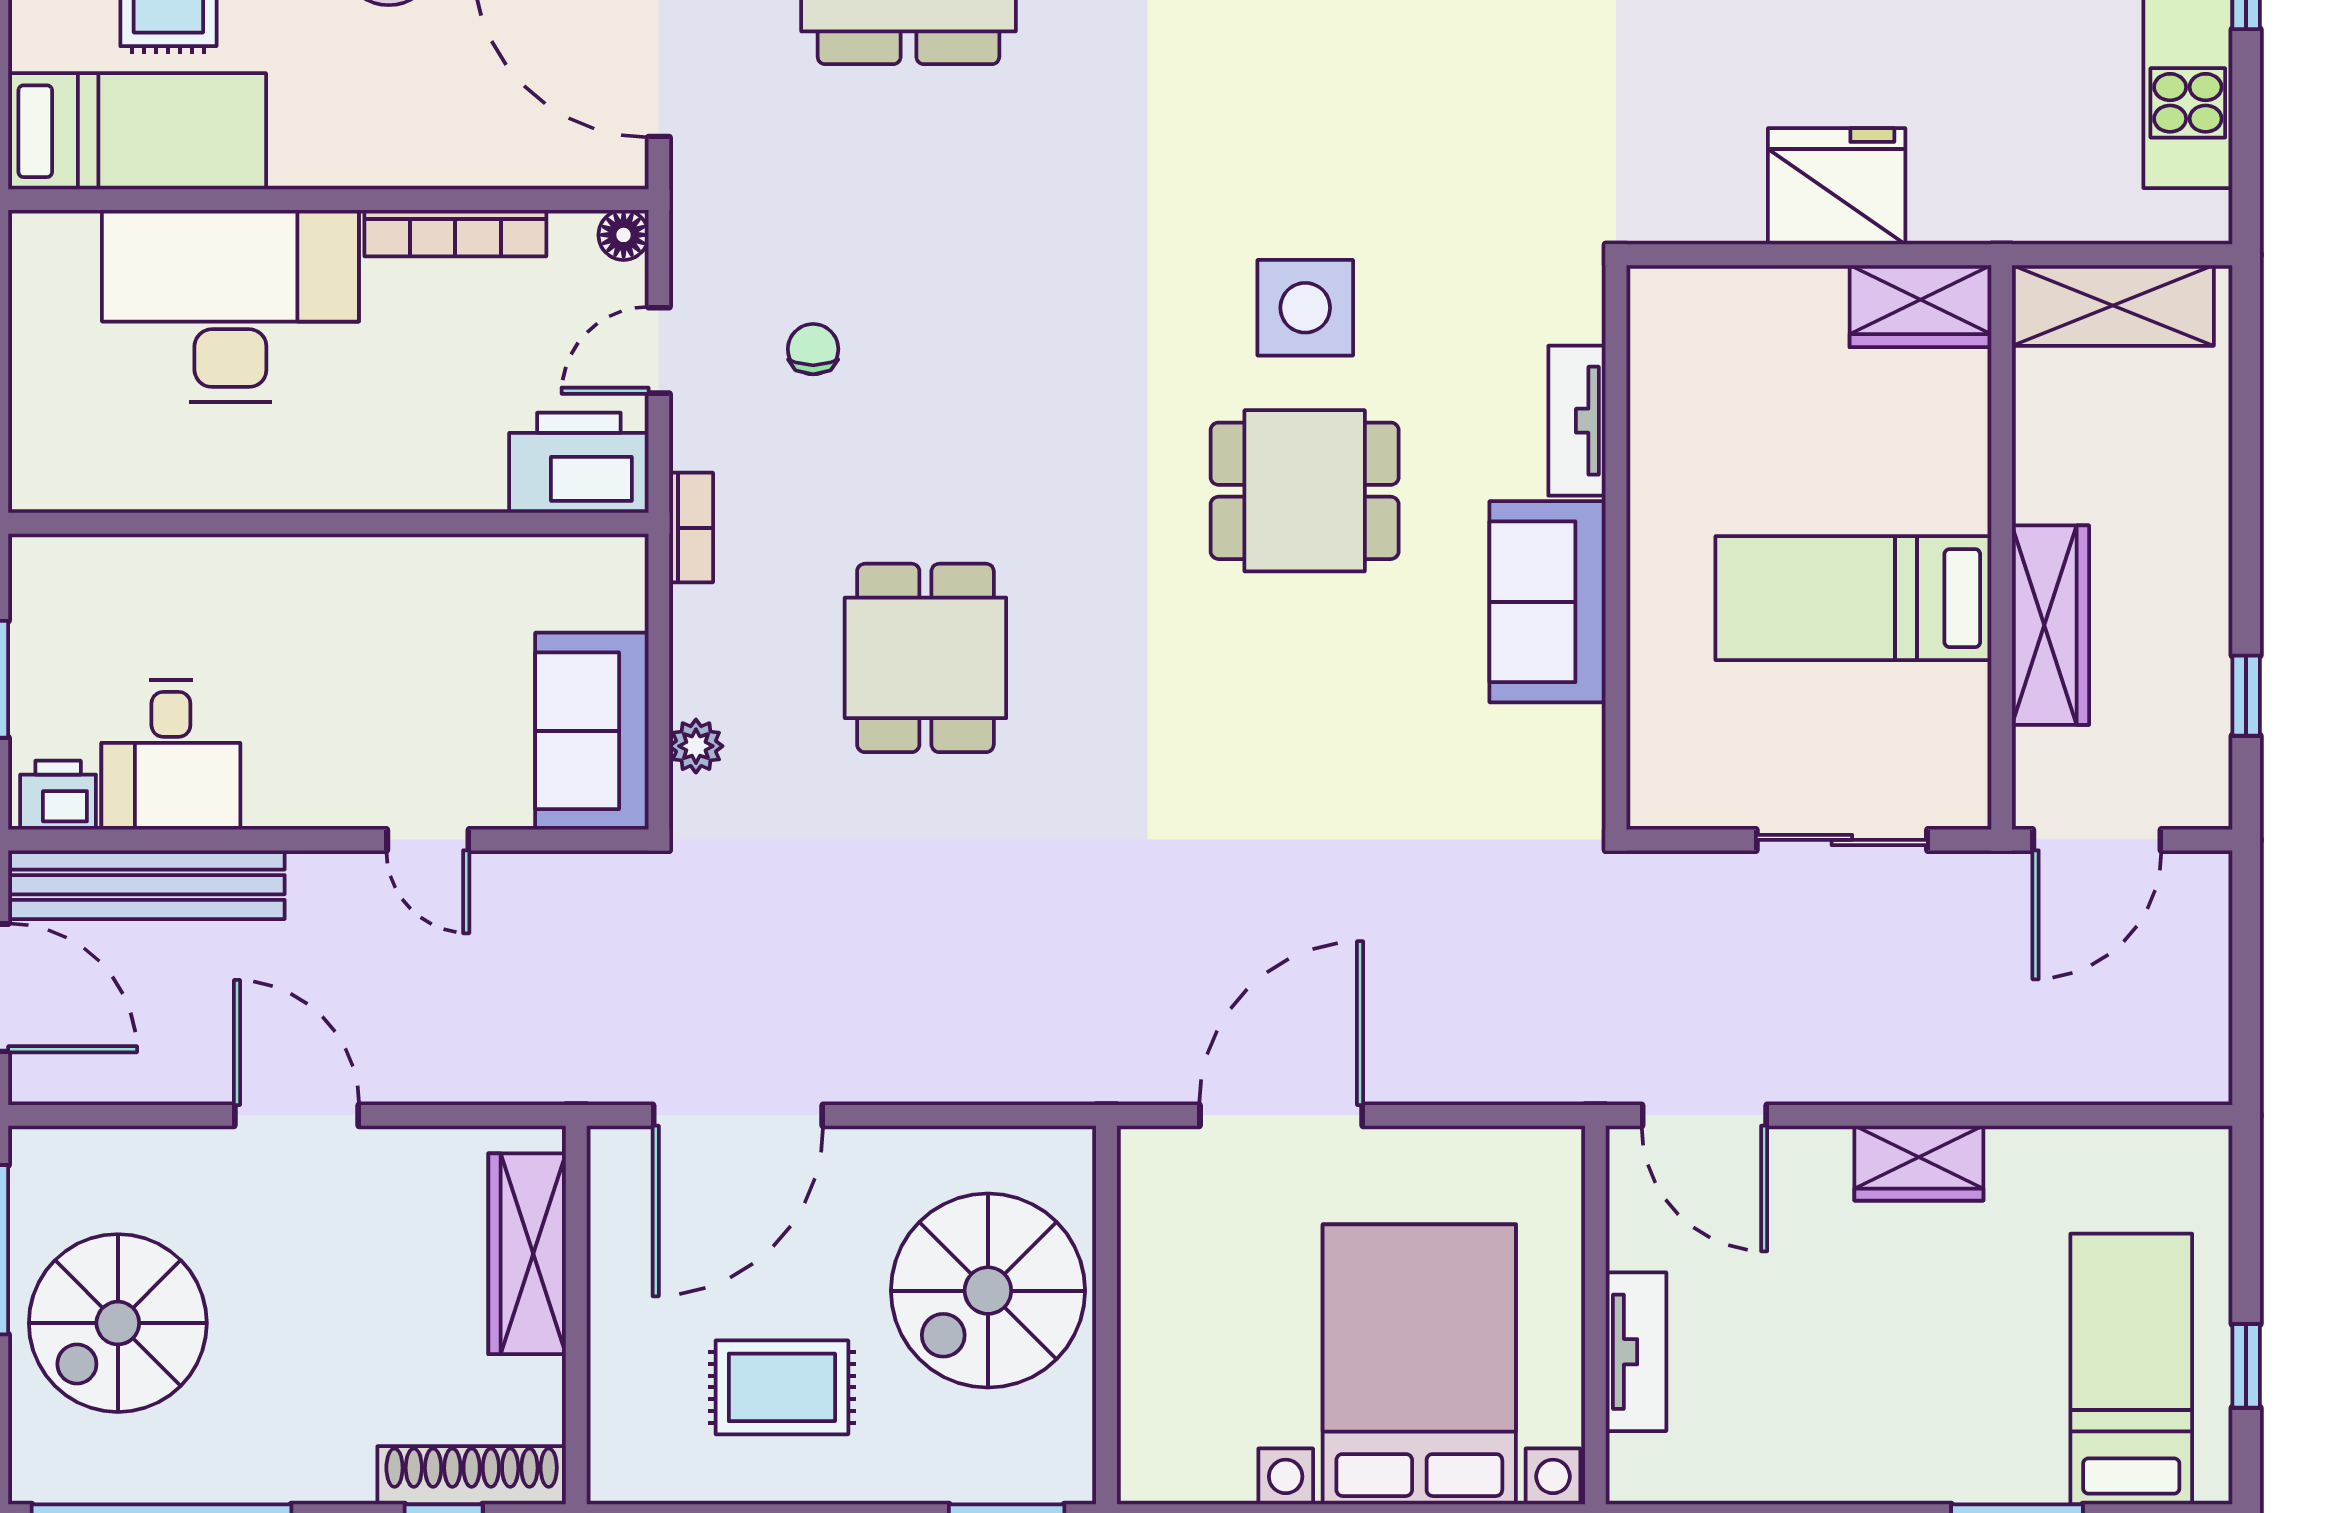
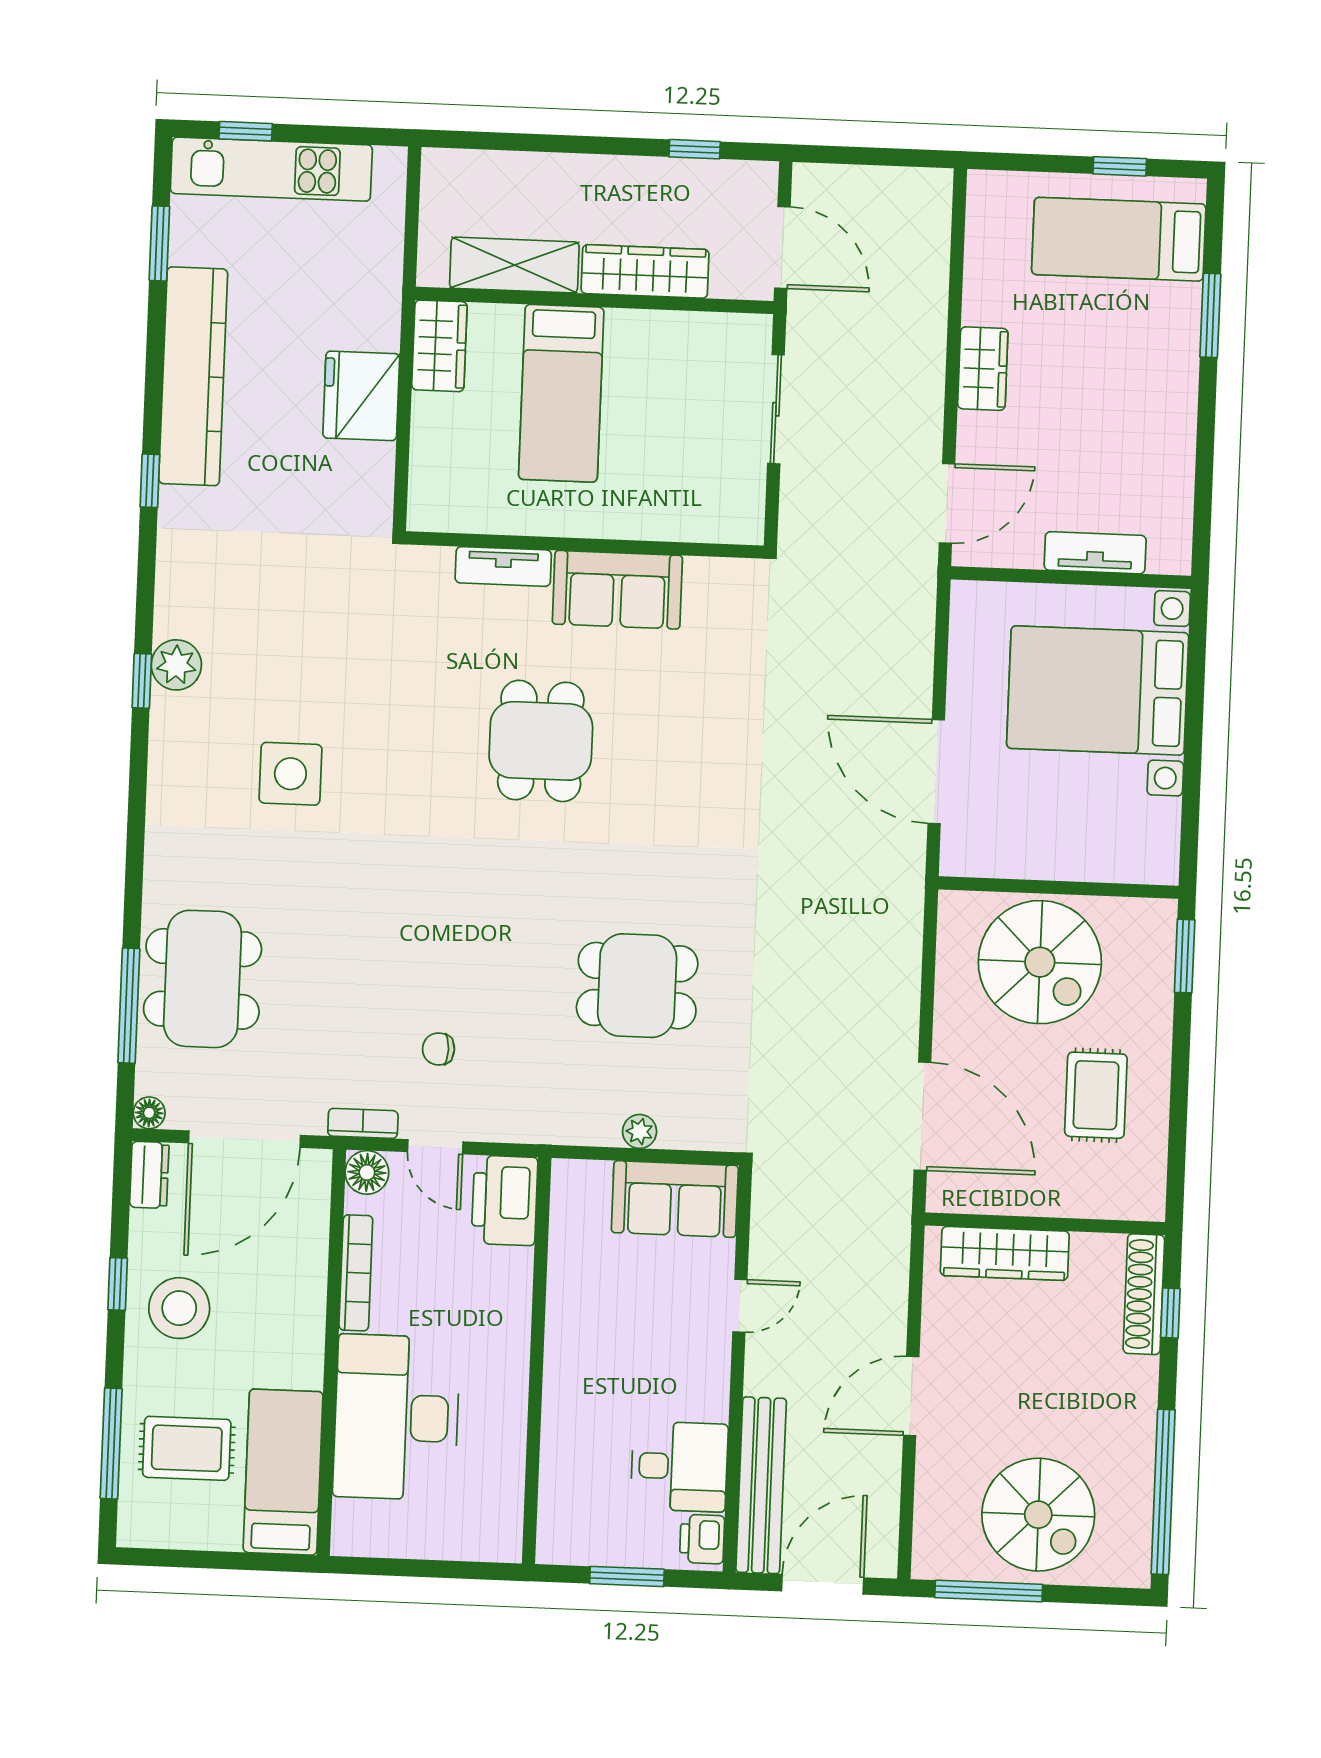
floor lamp: (624, 235) -> (367, 1172), width x1.37, depth x1.37
shelving: (2113, 305) -> (514, 265), moved, turned 90
side table: (1305, 308) -> (290, 774), moved
bookcase: (691, 528) -> (363, 1123), moved
bed: (1853, 598) -> (561, 393), moved
plant: (696, 746) -> (640, 1131), moved

